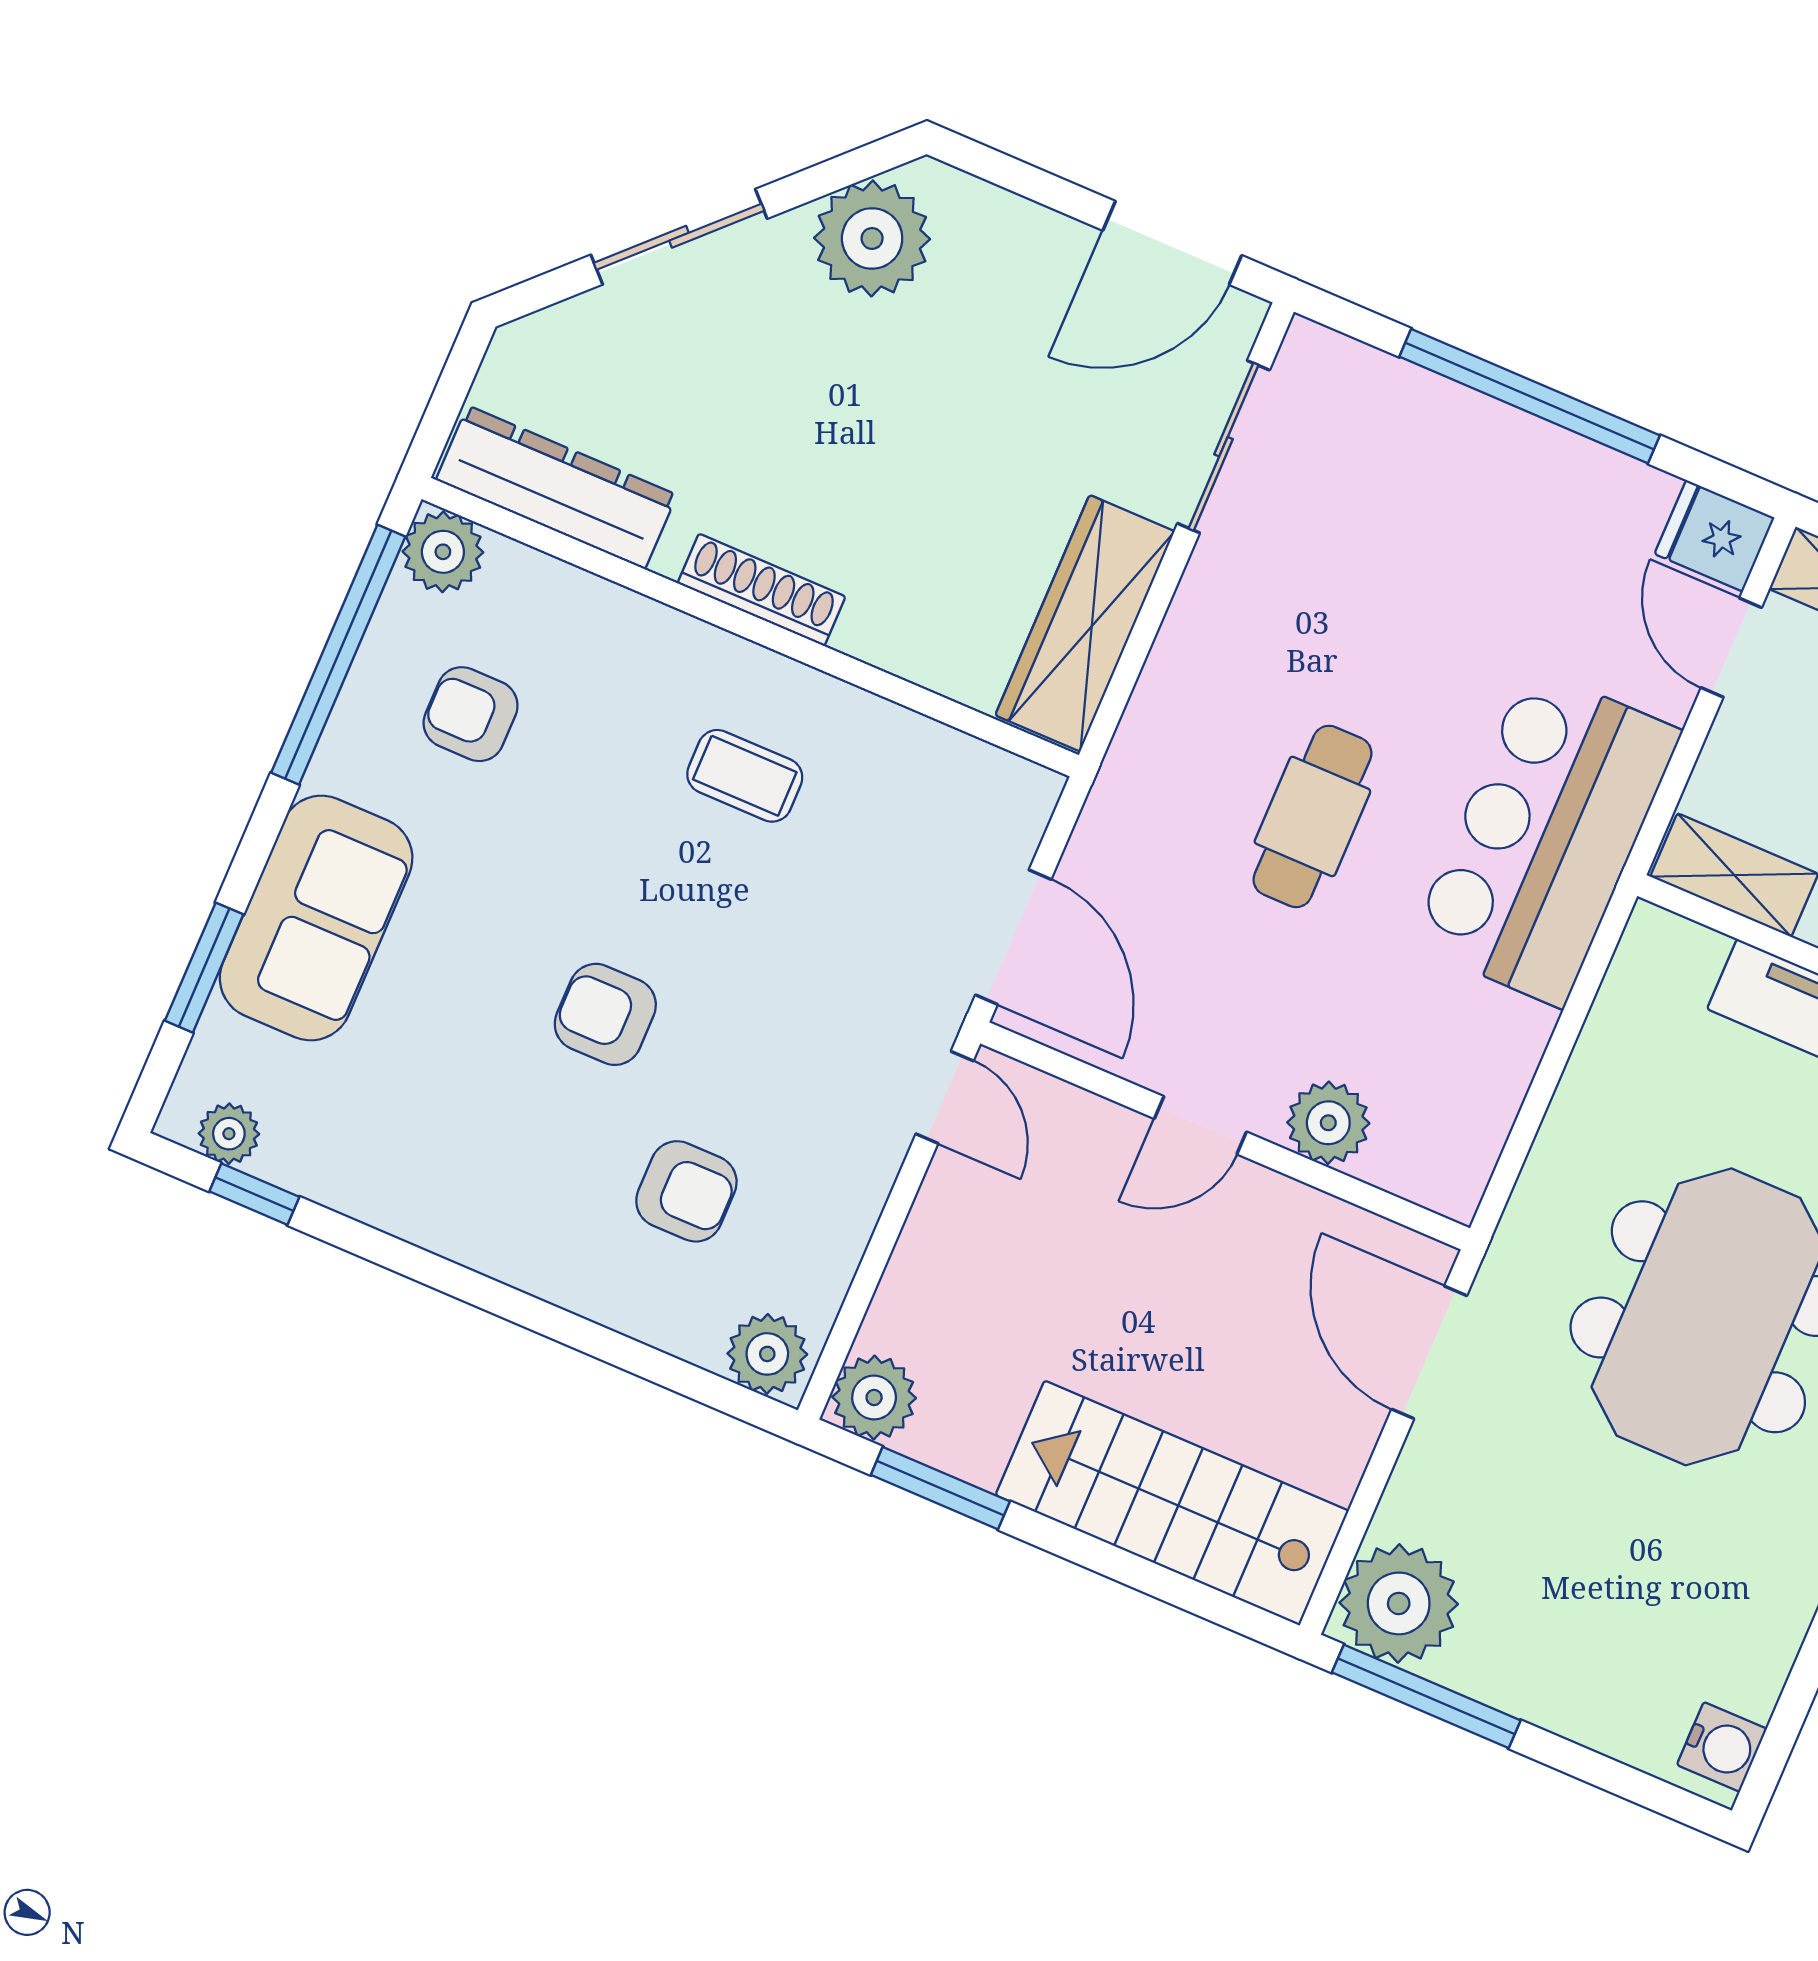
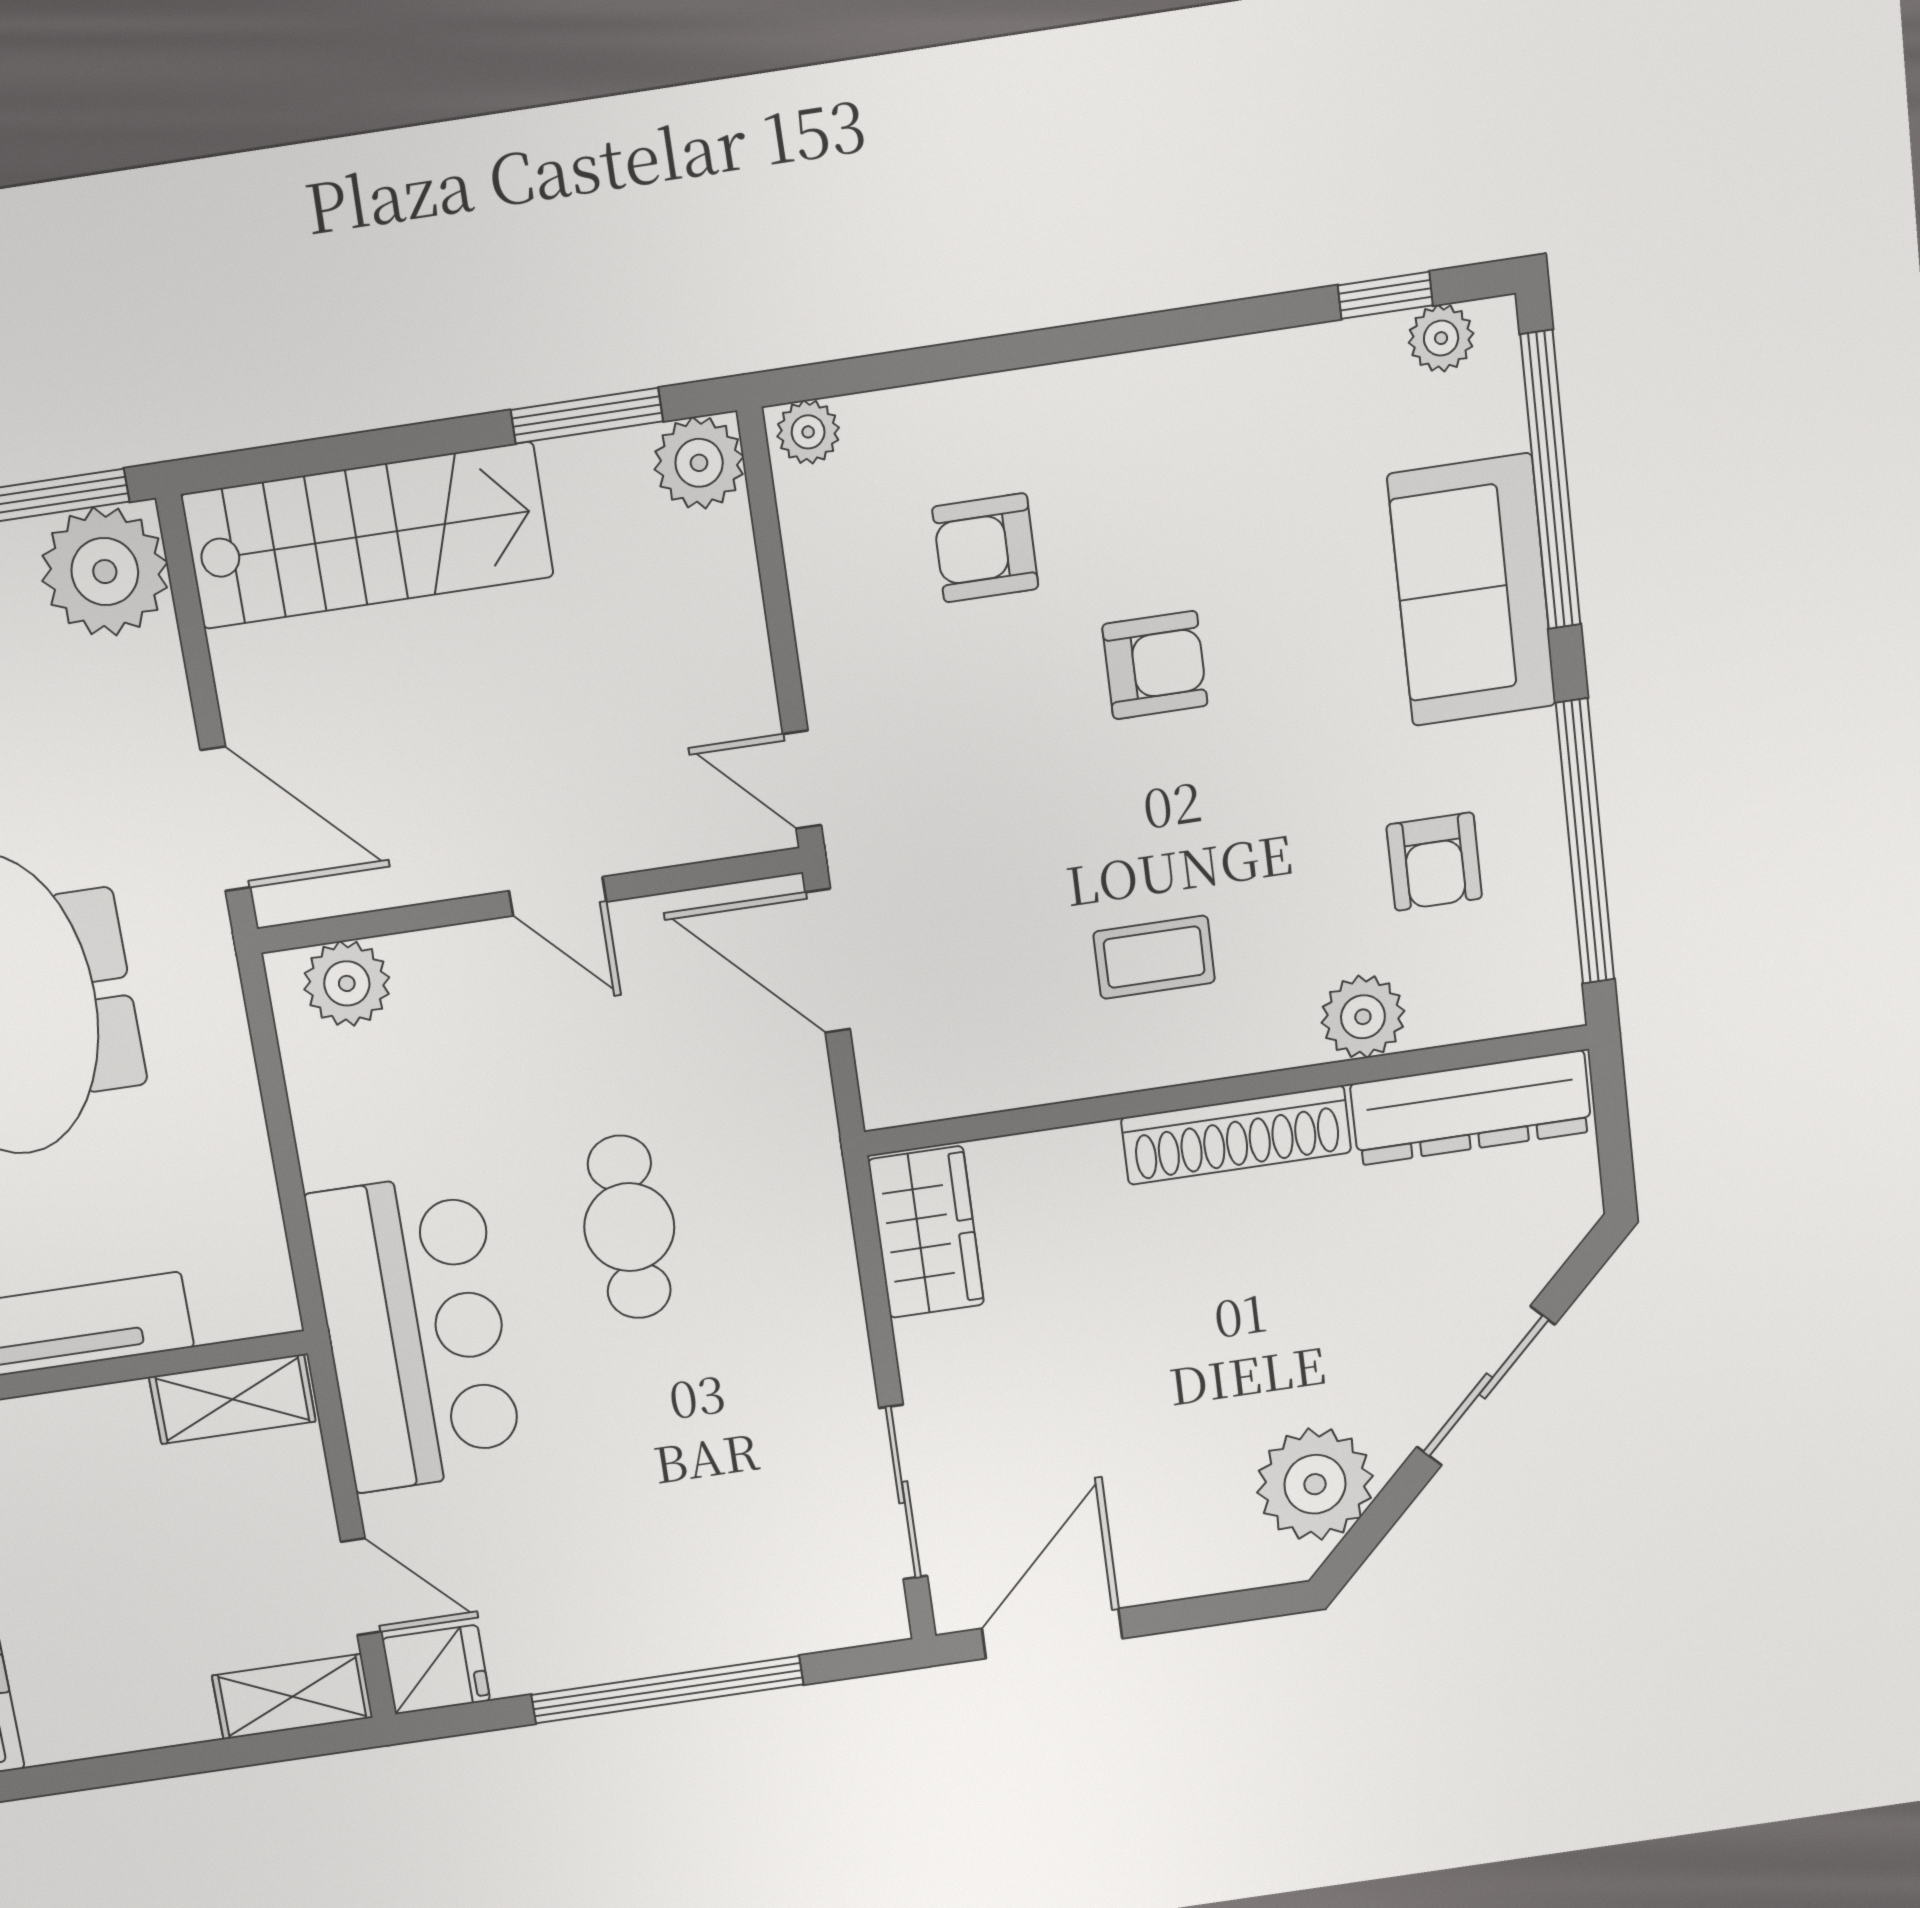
plant: (443, 552) -> (1363, 1017), moved
shoe rack: (762, 590) -> (1236, 1135), width x1.36, depth x1.24
wardrobe: (1085, 623) -> (926, 1232), width x0.67
armchair: (471, 714) -> (1434, 862), turned 90
window: (204, 968) -> (1551, 480), width x2.11
plant: (1328, 1123) -> (347, 983), moved
door: (1200, 1125) -> (558, 896), swing flipped
plant: (767, 1354) -> (808, 432), width x0.73, depth x0.73

